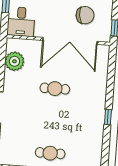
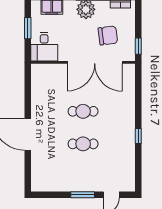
plant: (14, 61) -> (41, 87), removed
cafe table: (50, 153) -> (83, 144), moved

